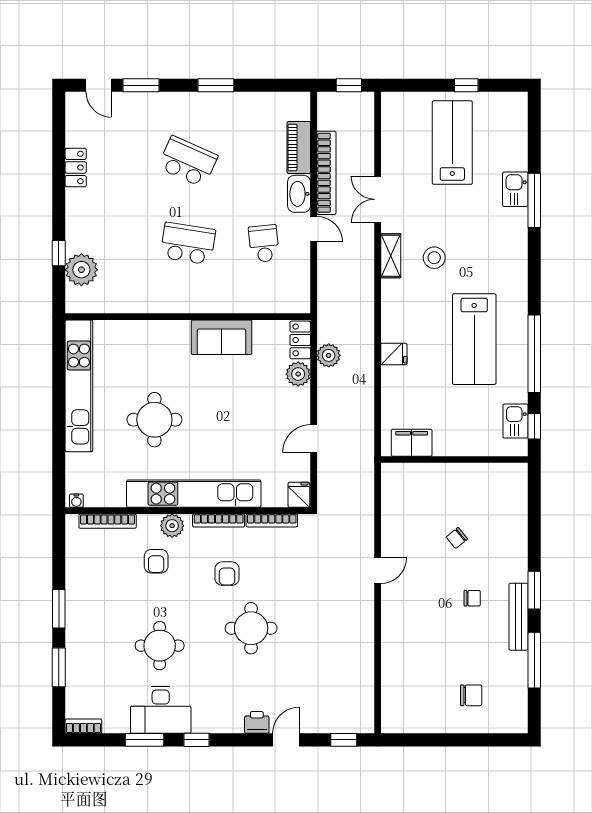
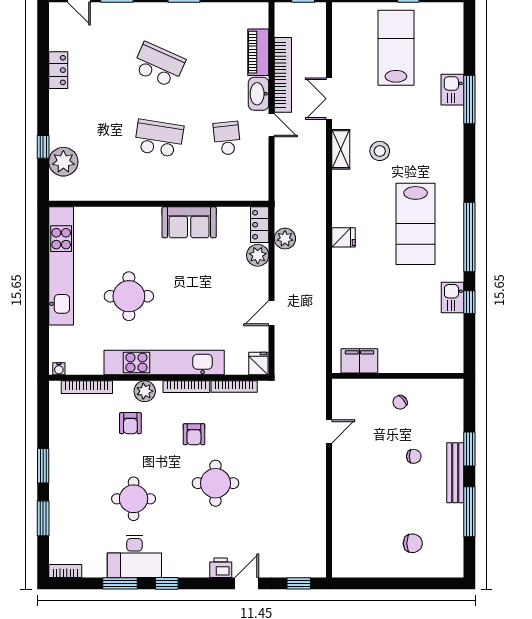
filing cabinet: (412, 443) -> (359, 361), moved
wall: (454, 460) -> (398, 376), moved

